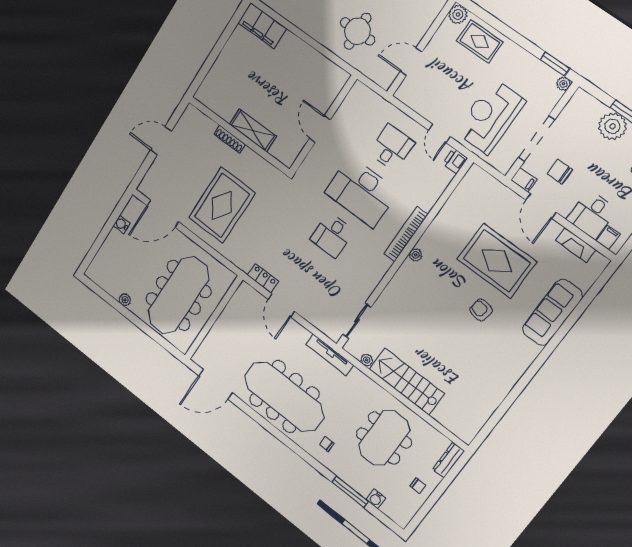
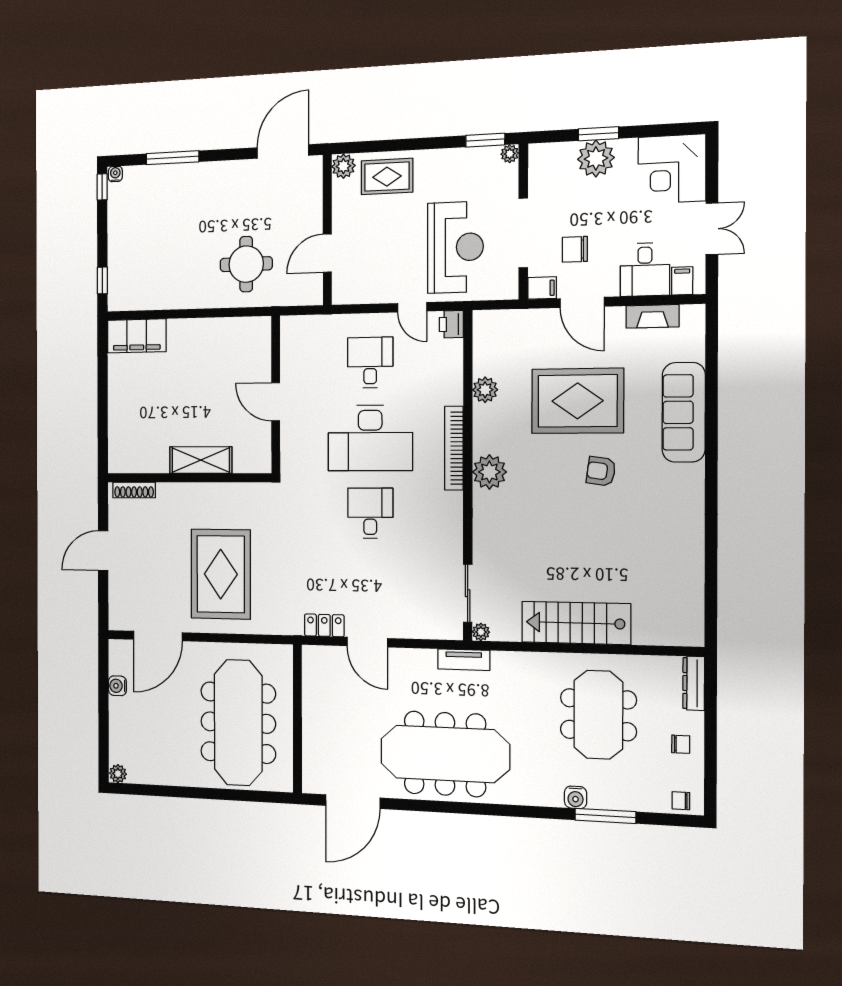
reception desk: (490, 117) -> (455, 247), turned 180
shoe rack: (229, 139) -> (134, 490), moved
plant: (448, 214) -> (485, 390), added
desk: (332, 235) -> (370, 513), turned 180
plant: (416, 255) -> (489, 472), width x1.88, depth x1.88
plant: (125, 300) -> (118, 774), moved
tv unit: (330, 355) -> (464, 660), width x0.71
plant: (367, 360) -> (481, 632), moved
chair: (327, 444) -> (681, 801), moved
water cooler: (376, 499) -> (576, 797), moved

